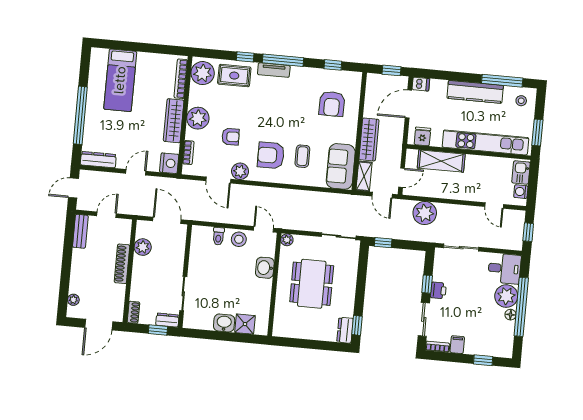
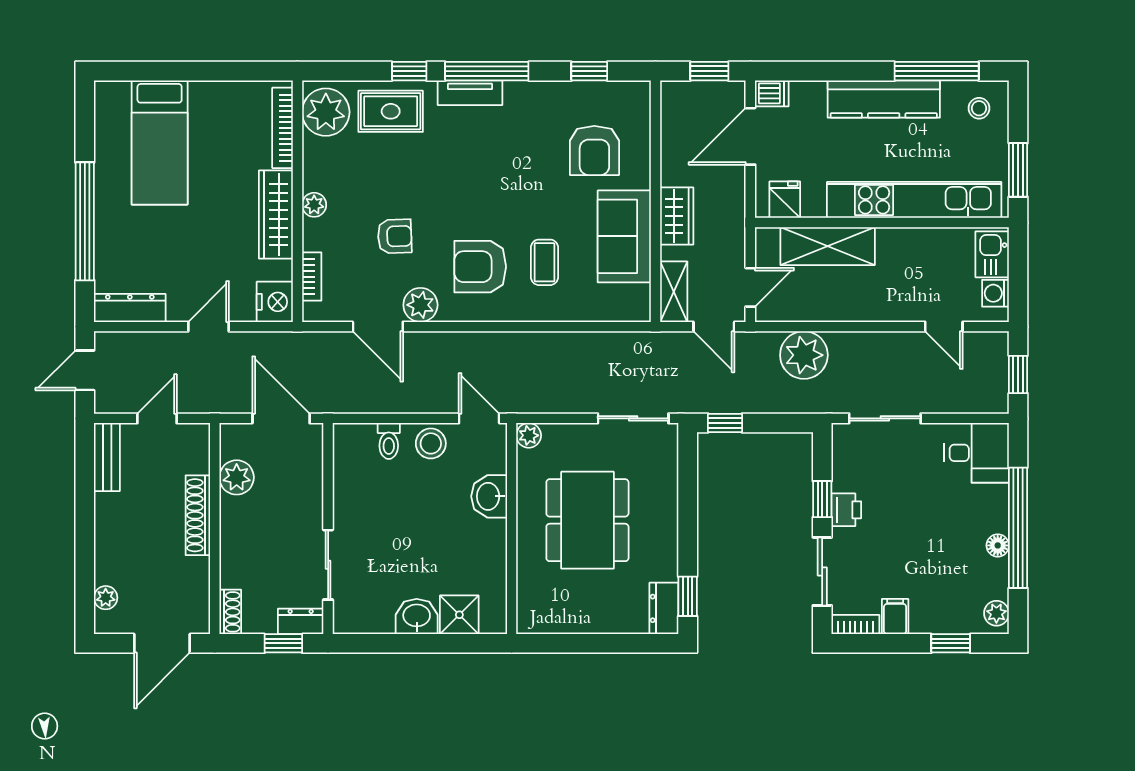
plant: (198, 118) -> (314, 205), width x0.53, depth x0.53
wardrobe: (369, 140) -> (677, 216), width x0.67
sofa: (341, 166) -> (624, 236), moved
plant: (506, 296) -> (996, 613), moved, width x0.53, depth x0.53

